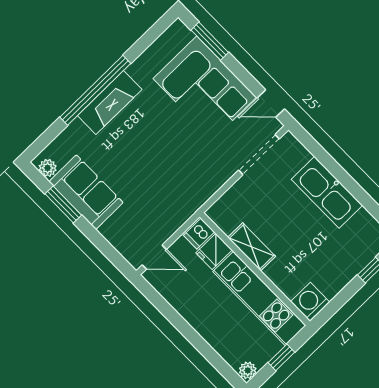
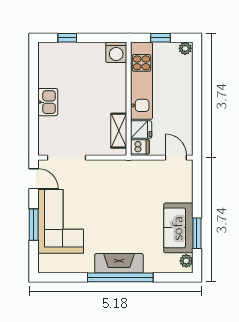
window: (210, 41) -> (34, 225), moved
kitchen sink: (327, 192) -> (48, 102), width x0.53, depth x0.81
shelving: (252, 247) -> (119, 131), moved

